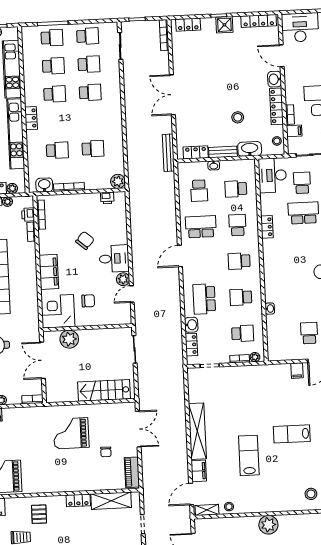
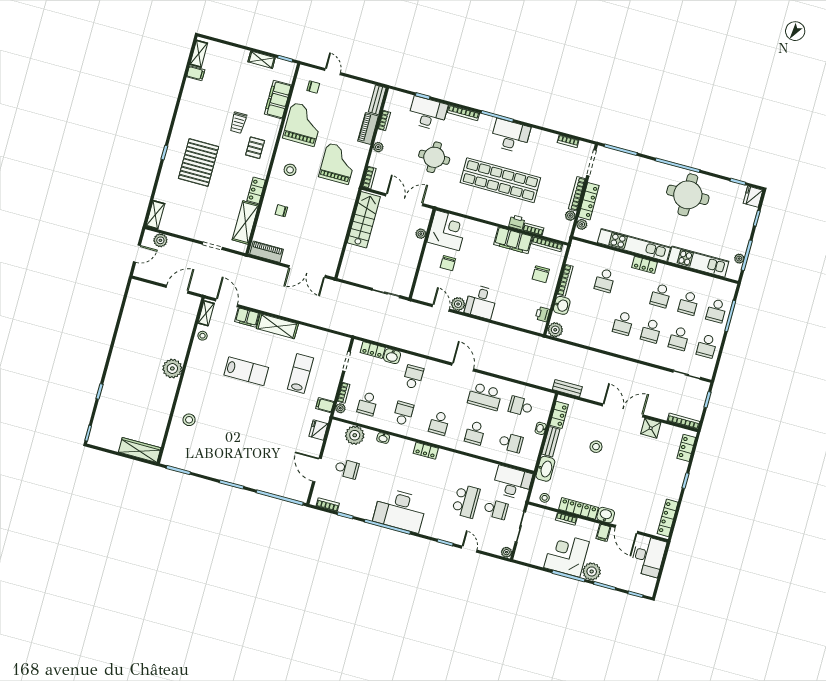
shower: (224, 25) -> (651, 428), moved
door: (282, 56) -> (626, 529), swing flipped
stool: (238, 117) -> (596, 447), moved
filing cabinet: (294, 131) -> (603, 533), moved
school desk: (93, 149) -> (623, 323), moved
bench: (168, 153) -> (567, 388), width x0.73
washbasin: (44, 185) -> (562, 305), moved
school desk: (236, 189) -> (511, 443), turned 90
printer: (28, 215) -> (517, 222), moved
school desk: (237, 225) -> (475, 433), turned 90
school desk: (201, 227) -> (485, 396), turned 90
locker: (267, 227) -> (426, 451), moved
chair: (85, 240) -> (541, 274), moved, turned 49
school desk: (239, 261) -> (439, 423), turned 180
filing cabinet: (49, 272) -> (513, 240), moved
school desk: (204, 299) -> (413, 377), width x0.54
plant: (276, 336) -> (355, 435), added
plant: (69, 339) -> (421, 234), width x0.53, depth x0.53
fridge: (282, 371) -> (318, 430), added
filing cabinet: (297, 371) -> (325, 405), moved
stairs: (104, 390) -> (364, 220), moved
shelving: (197, 431) -> (277, 326), width x0.68
grand piano: (71, 433) -> (338, 164), moved
lab bench: (292, 434) -> (300, 373), moved
chair: (106, 452) -> (281, 211), moved
stool: (49, 475) -> (290, 170), added
pallet: (39, 514) -> (255, 148), turned 90

